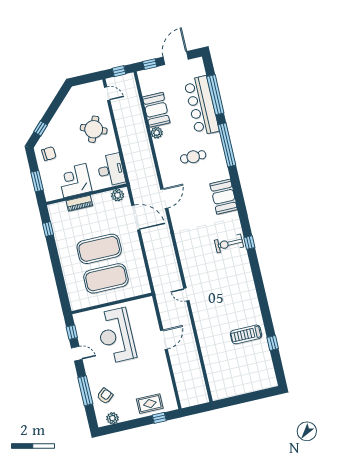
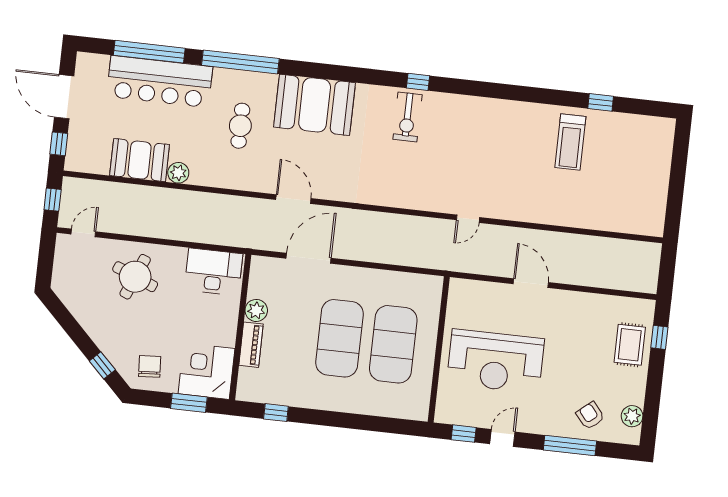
corner desk: (75, 180) -> (207, 371), moved, turned 90
plant: (118, 195) -> (256, 310), moved
booth: (224, 197) -> (315, 105), width x1.36, depth x1.42

